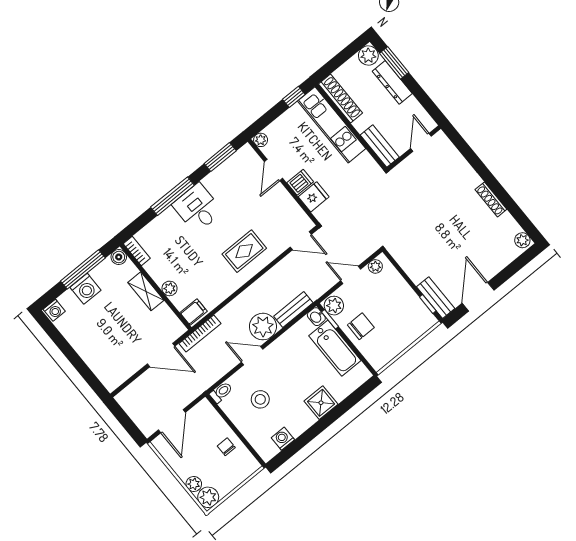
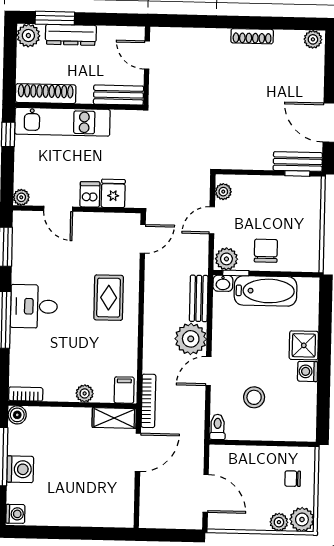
shelving: (146, 291) -> (114, 418), moved
washing machine: (283, 439) -> (308, 371), moved
chair: (226, 447) -> (293, 479), moved

